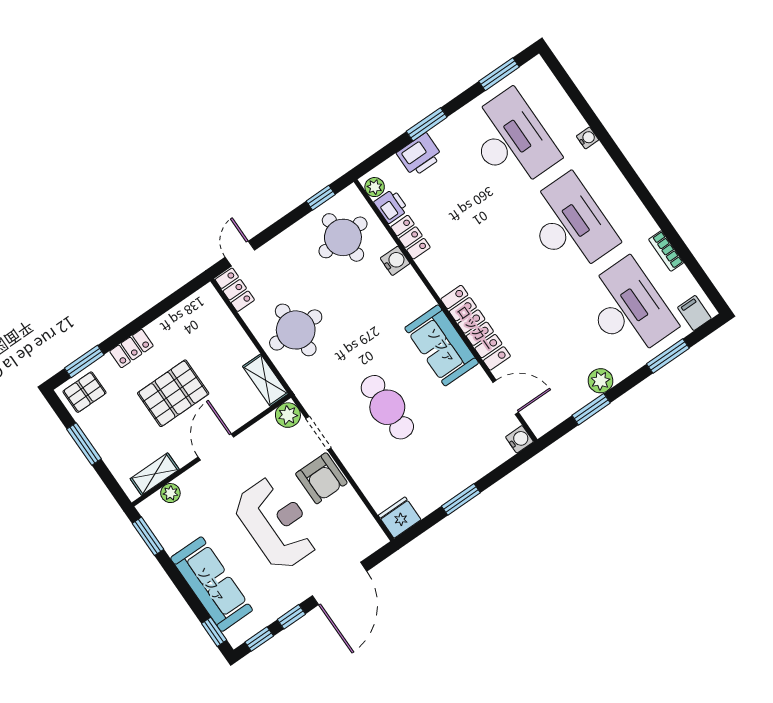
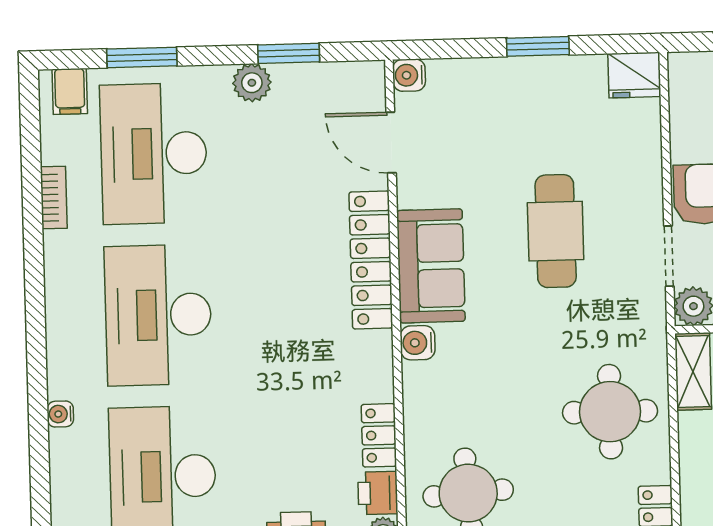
water cooler: (395, 261) -> (418, 343), moved

